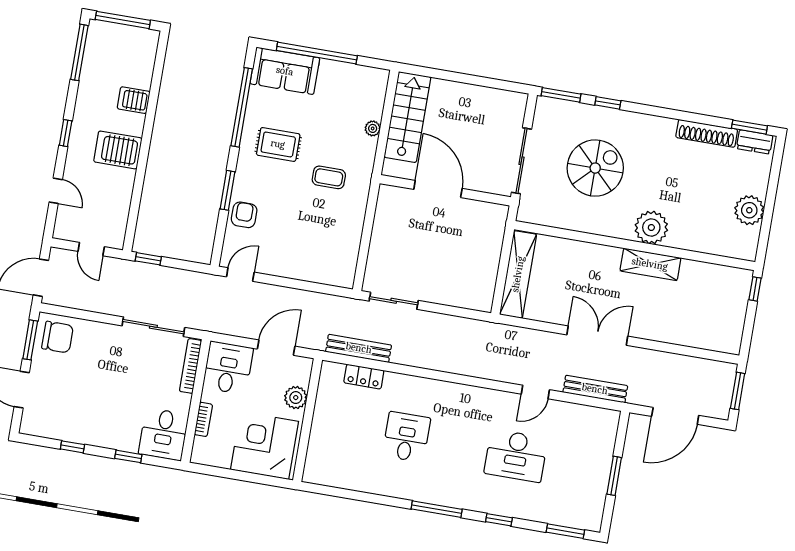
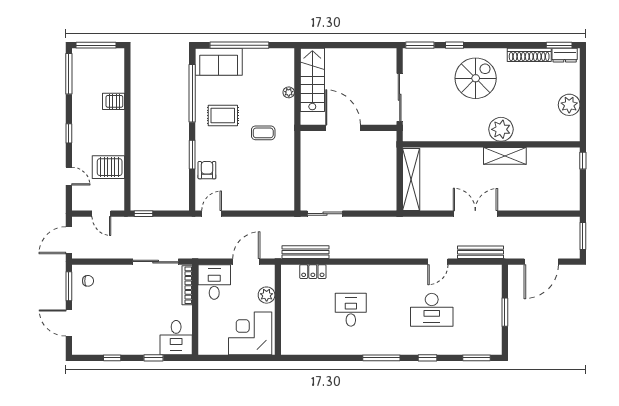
server rack: (118, 150) -> (108, 167), moved
spiral stairs: (595, 168) -> (476, 78), moved
chair: (58, 337) -> (88, 281), width x0.54, depth x0.54
bookcase: (203, 419) -> (203, 322), removed

